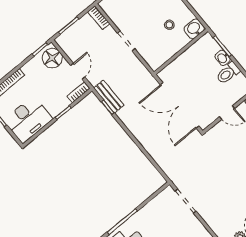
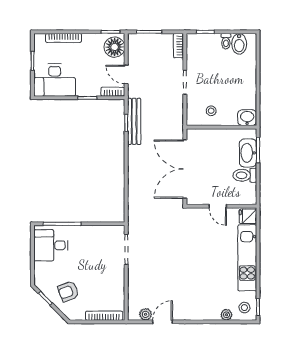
stool: (169, 25) -> (211, 111), moved
washbasin: (223, 58) -> (248, 153), width x1.91, depth x1.45
door: (78, 71) -> (126, 74), swing flipped
bench: (109, 97) -> (134, 121), width x1.36

